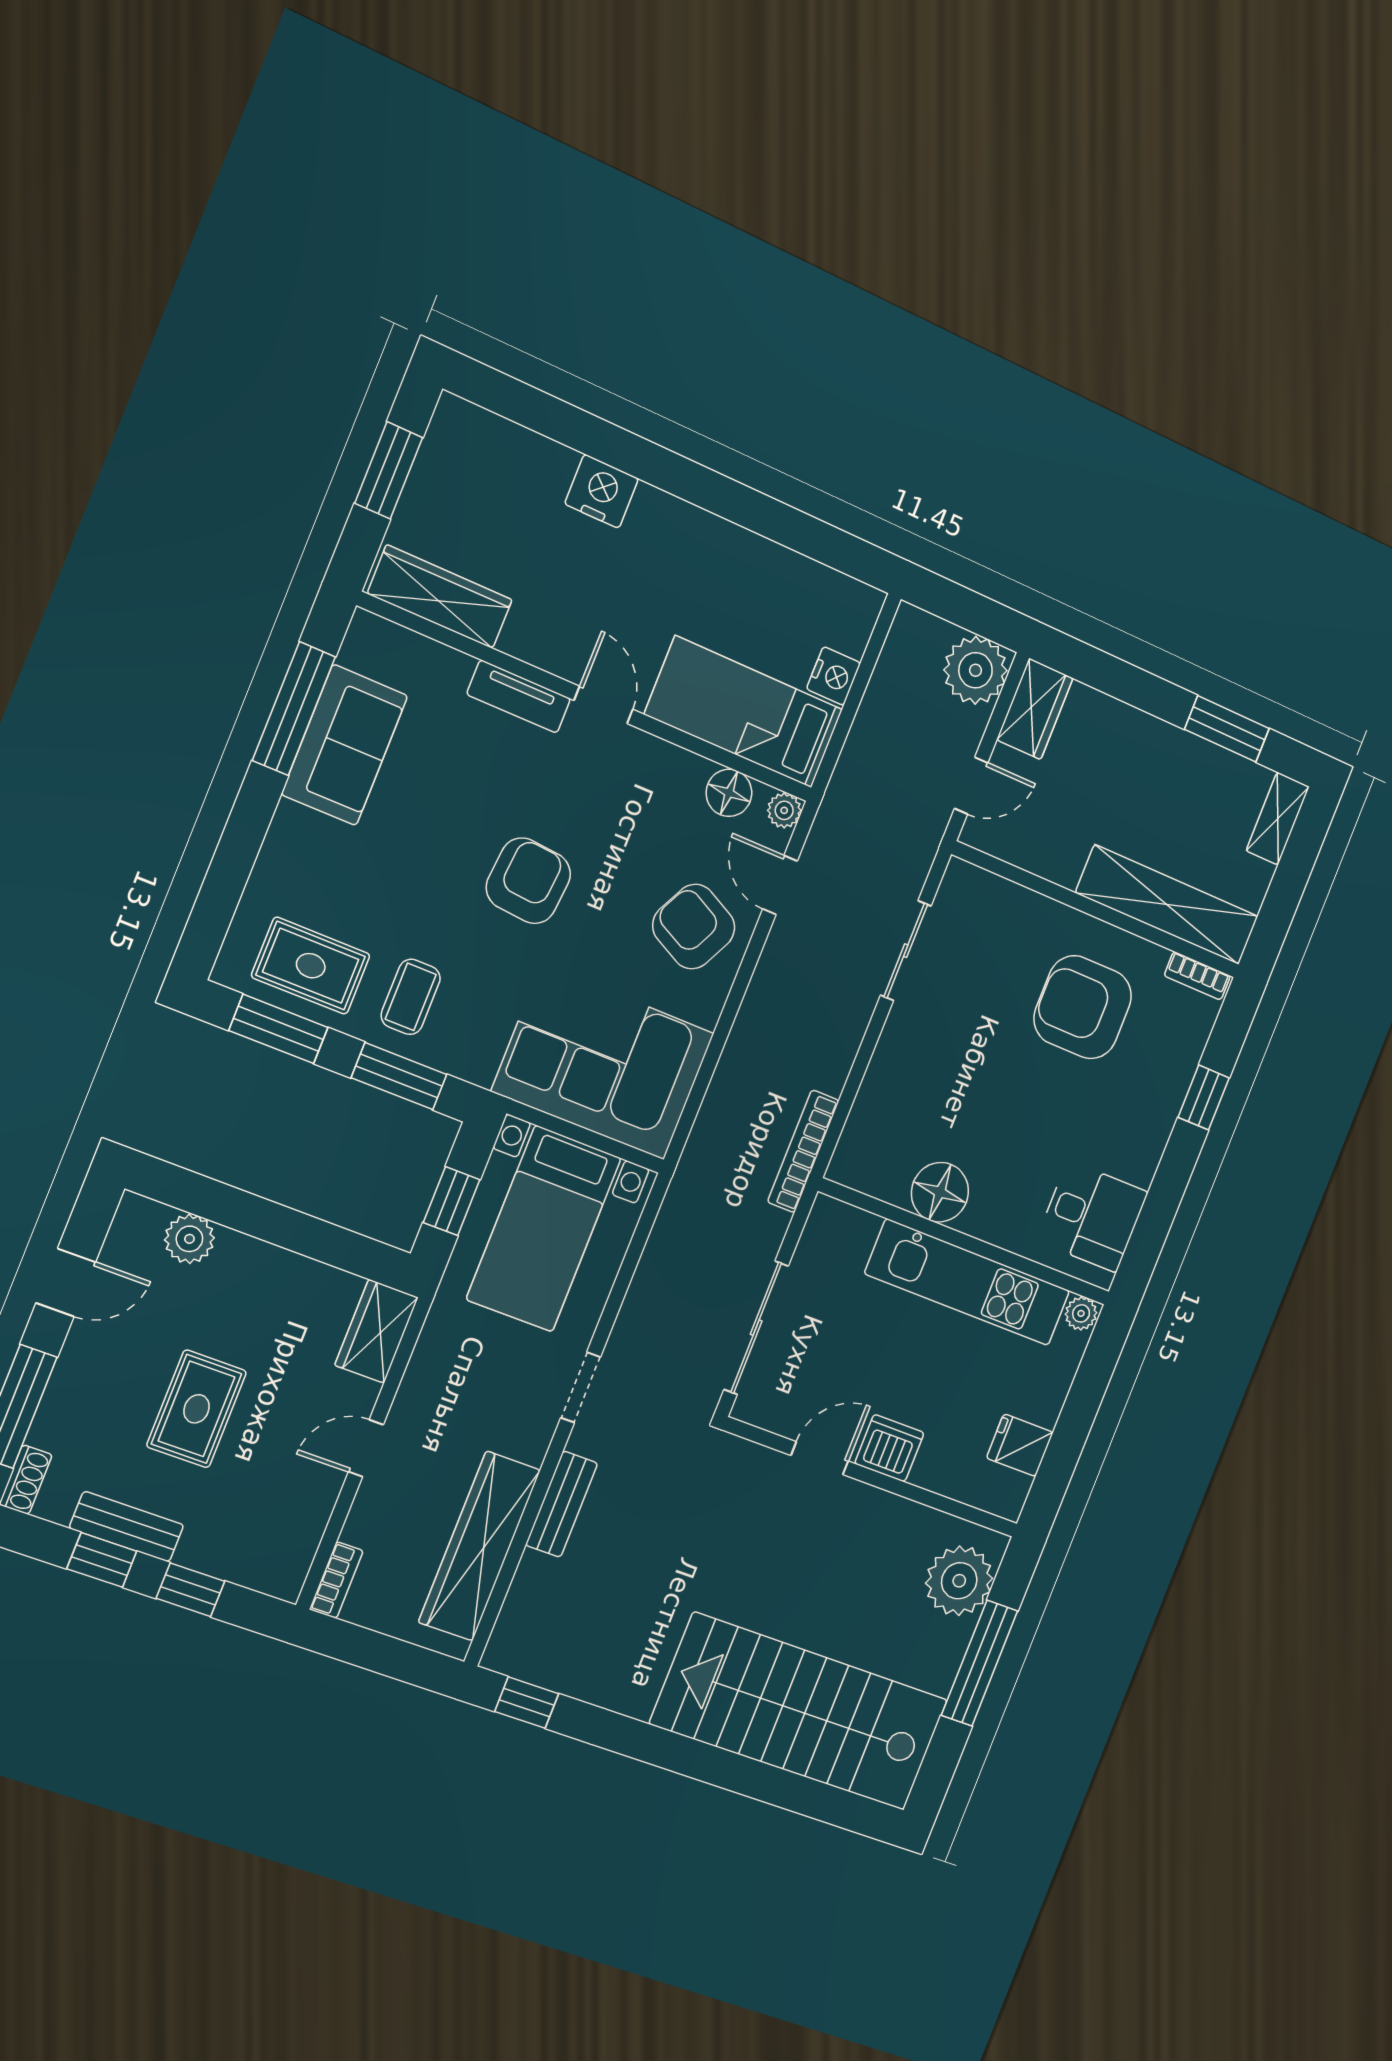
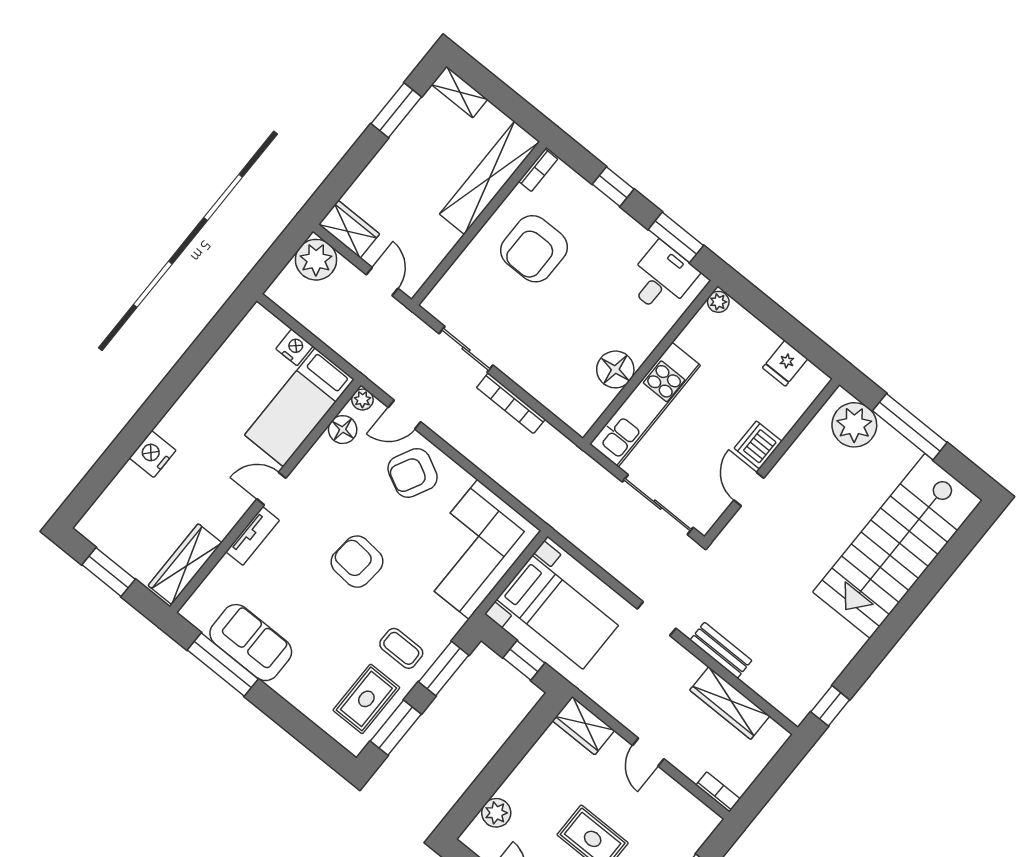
bookcase: (803, 1151) -> (511, 403), moved
window: (1156, 1217) -> (676, 237), added
kitchen unit: (968, 1282) -> (645, 405), moved
wardrobe: (480, 1546) -> (730, 703), width x0.71, depth x0.85

